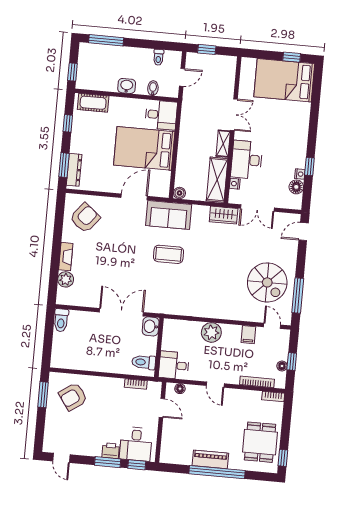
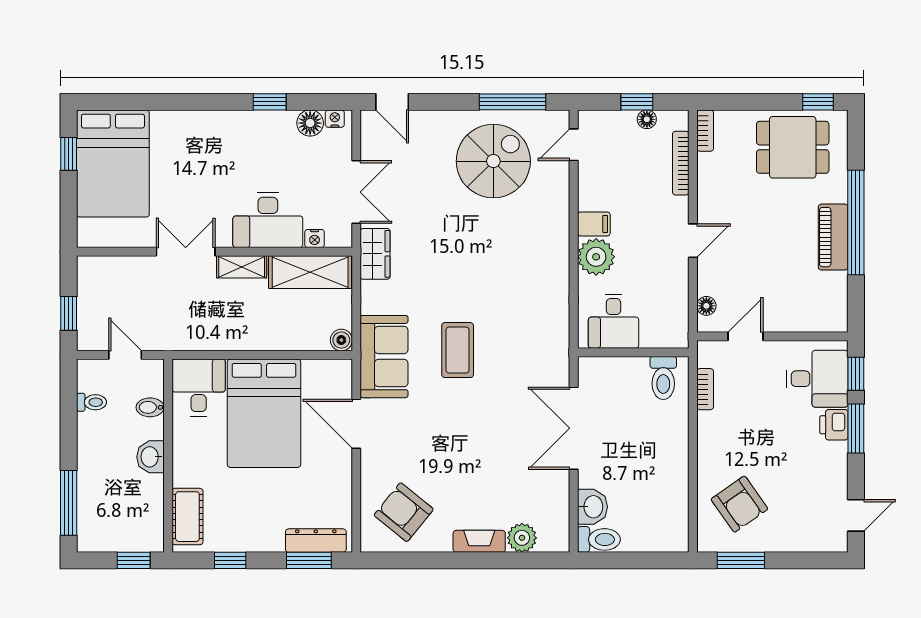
nightstand: (300, 174) -> (335, 119), moved
washbasin: (151, 326) -> (592, 507), moved, turned -90
filing cabinet: (248, 335) -> (594, 224), moved
desk: (174, 365) -> (614, 321), moved

